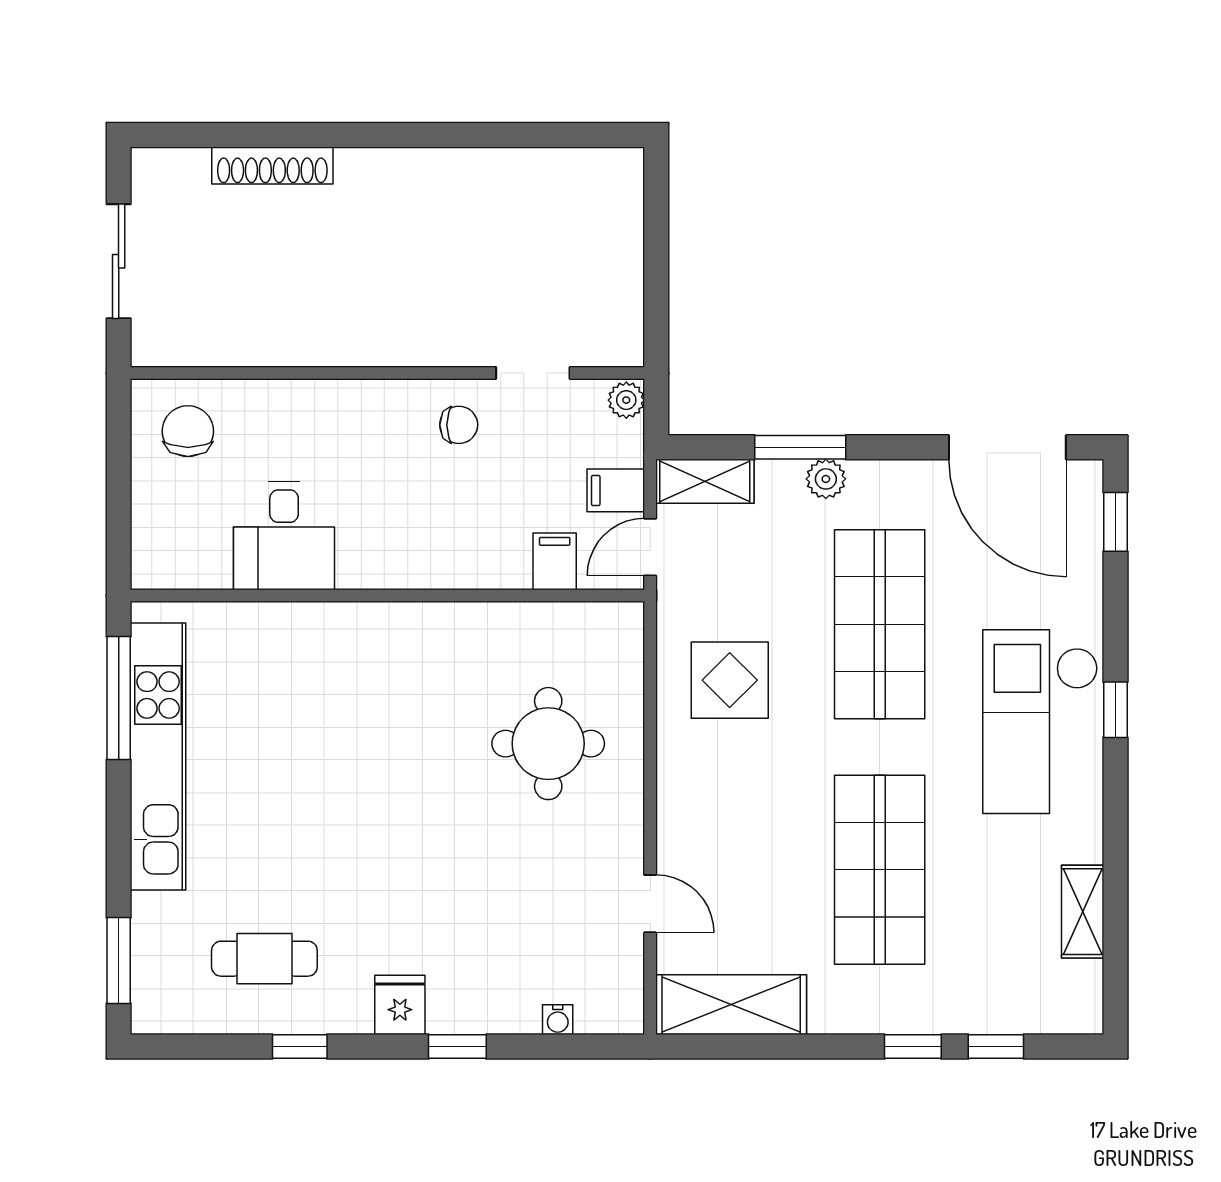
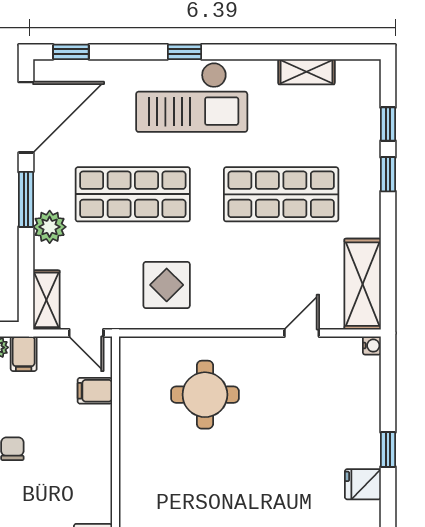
window: (800, 447) -> (26, 199), moved
plant: (826, 479) -> (50, 227), width x1.38, depth x1.38
filing cabinet: (616, 490) -> (24, 354), moved
water cooler: (558, 1020) -> (372, 346), moved

